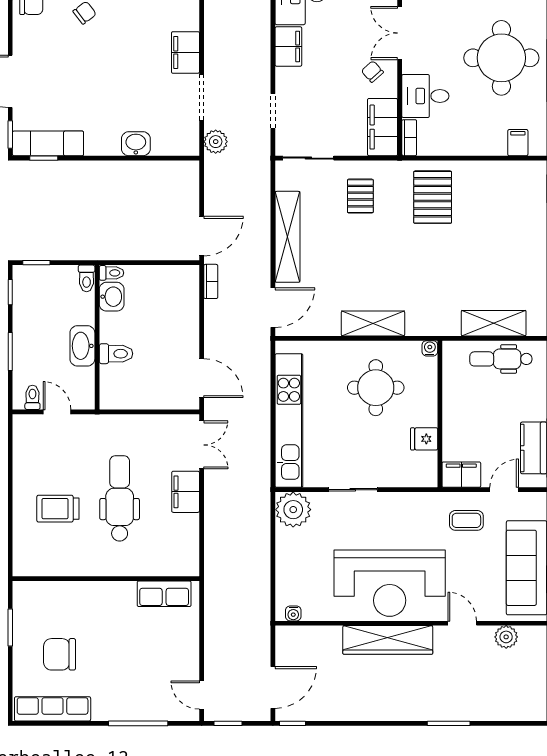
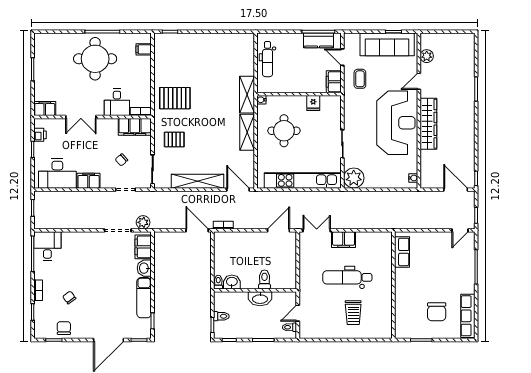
filing cabinet: (185, 52) -> (143, 247), moved, turned 90
chair: (372, 72) -> (121, 160), moved
exam couch: (48, 143) -> (144, 298), moved
toilet: (87, 278) -> (221, 316), moved
shelving: (494, 323) -> (247, 95), moved

